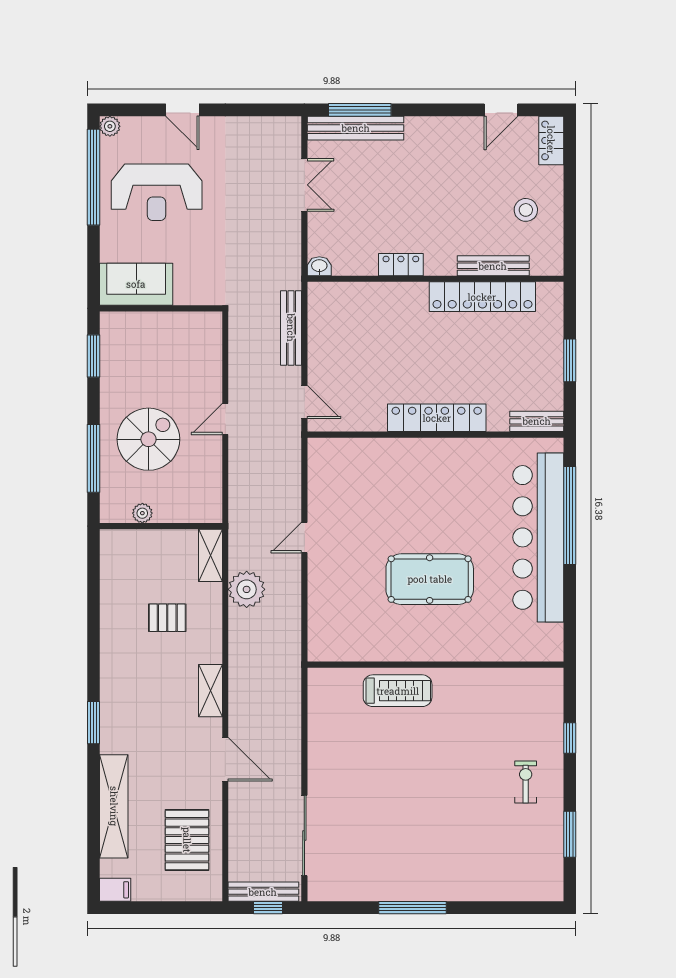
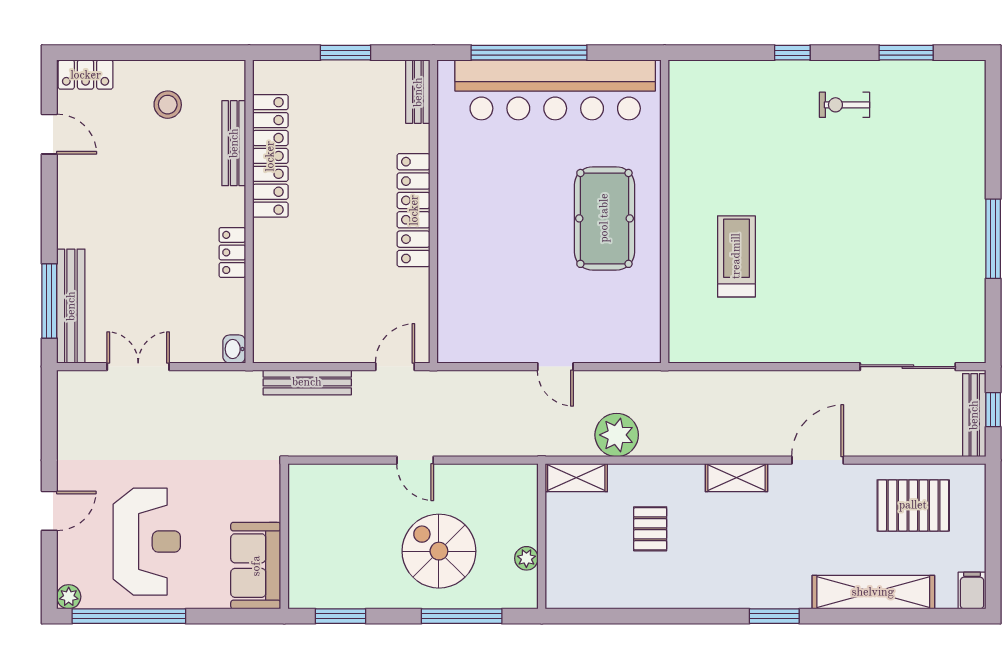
wall: (435, 665) -> (665, 212), moved

